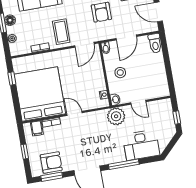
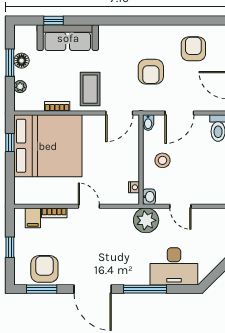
bed: (40, 94) -> (48, 146), moved, turned 90
armchair: (51, 163) -> (44, 269), turned -90

